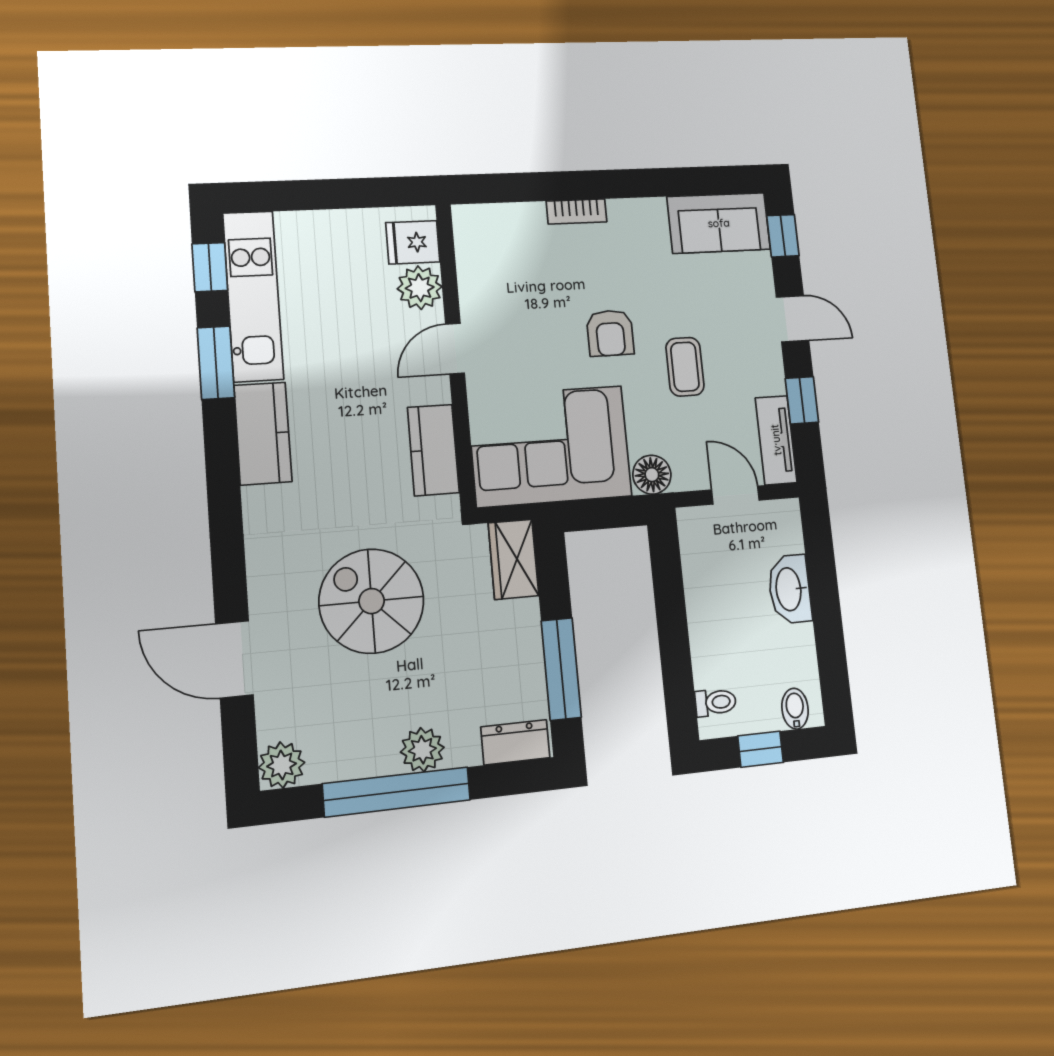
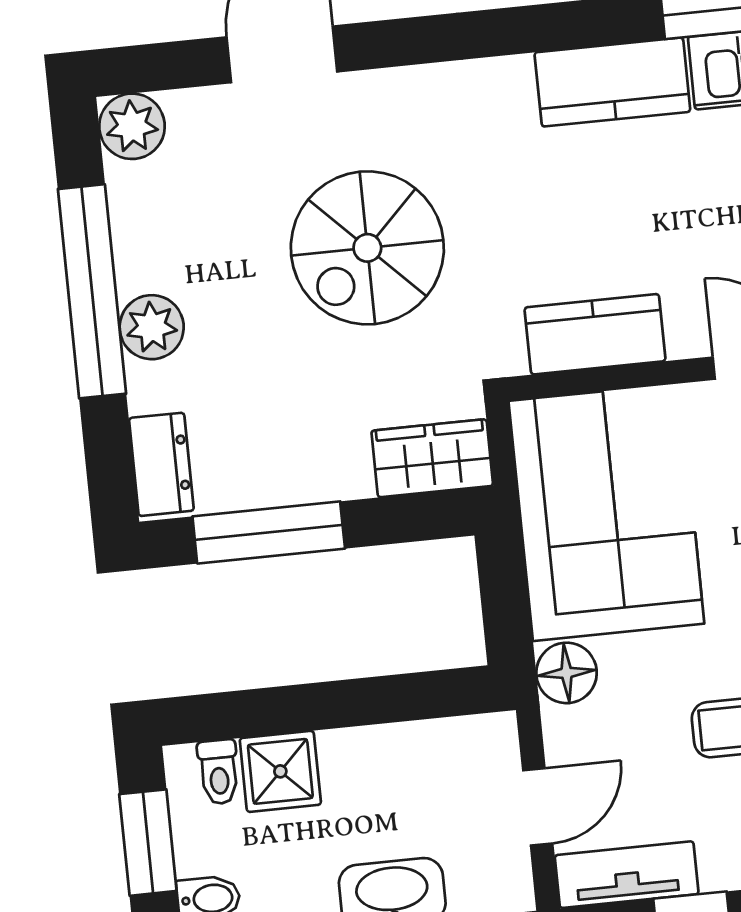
spiral stairs: (372, 601) -> (367, 248), turned 180
shower: (715, 661) -> (280, 771), added
window: (761, 749) -> (148, 843), width x1.50

